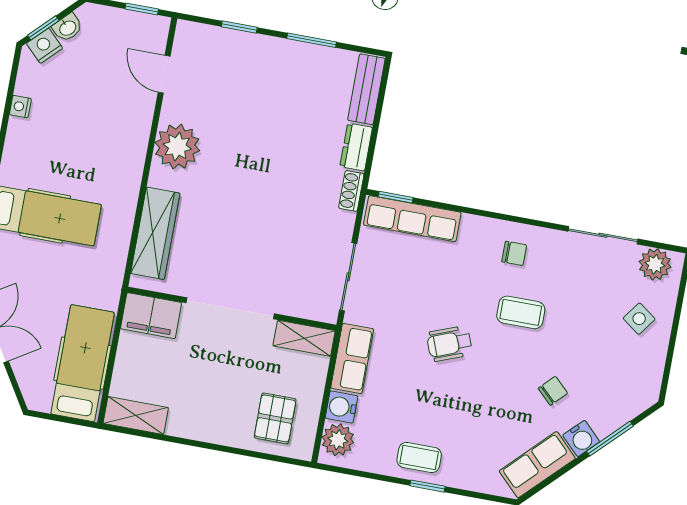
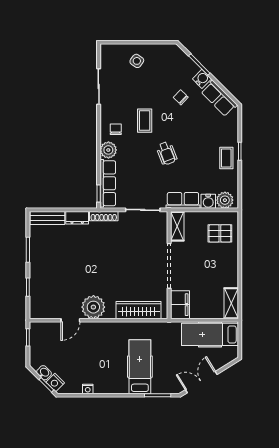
door: (164, 74) -> (70, 320), moved
shoe rack: (351, 191) -> (104, 216), width x1.43
plant: (655, 264) -> (108, 150), moved

